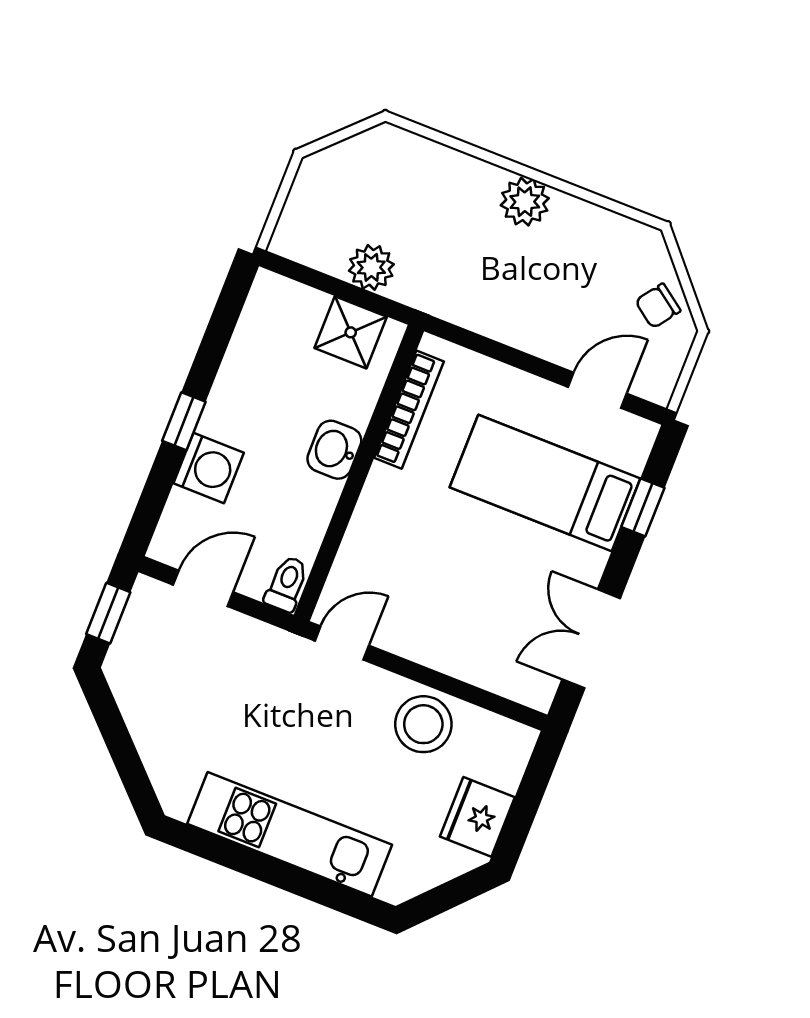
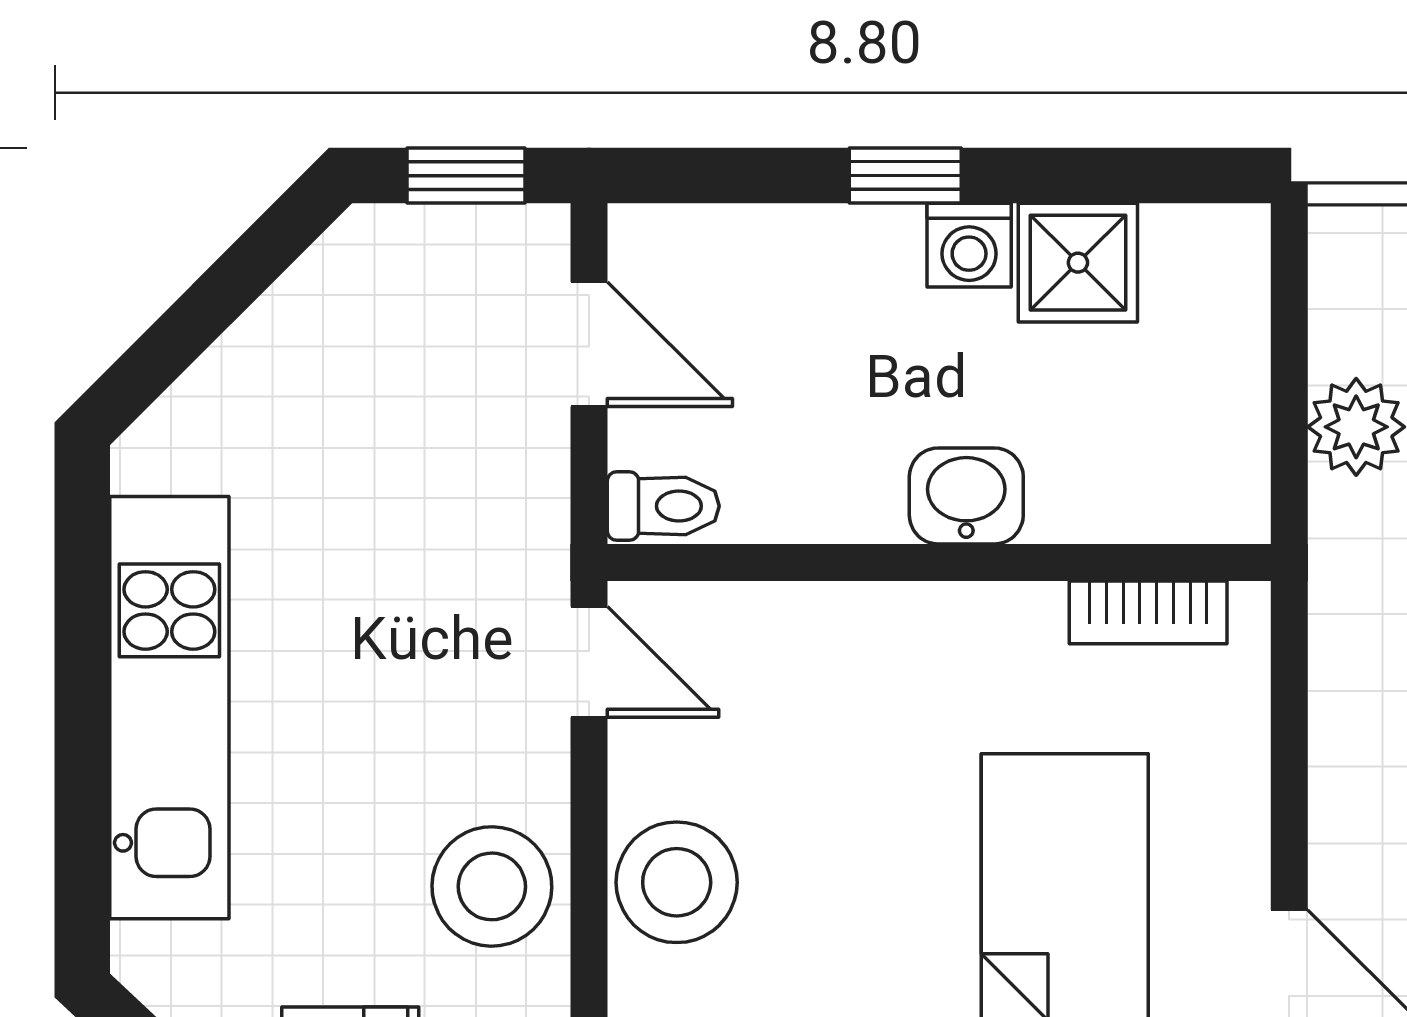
shower: (351, 332) -> (1078, 263), moved
bookcase: (409, 410) -> (1148, 612), width x0.64
washing machine: (209, 468) -> (969, 245), moved, width x0.73, depth x0.73
stool: (453, 643) -> (677, 882), added

